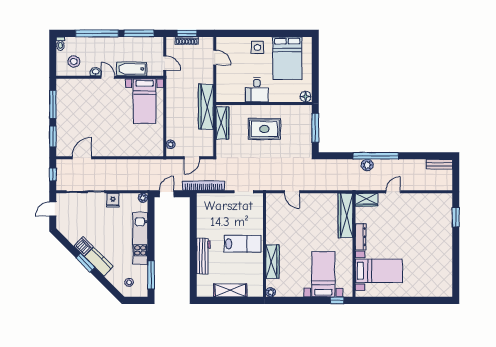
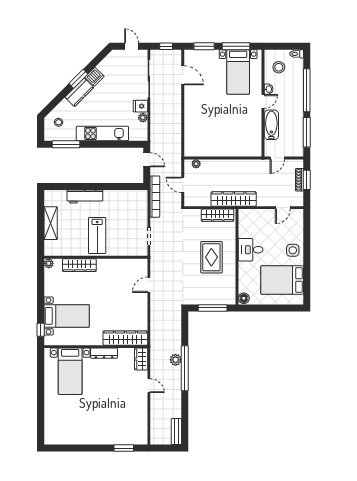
bed with nightstands: (145, 101) -> (238, 72), moved, turned -90
plant: (143, 198) -> (143, 118), moved

